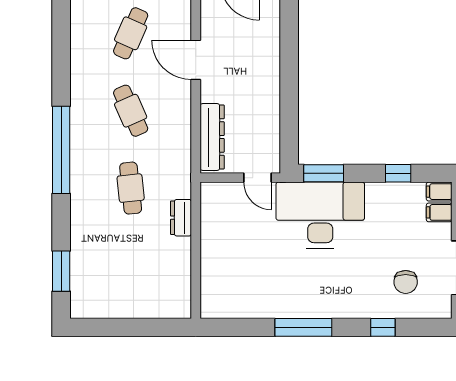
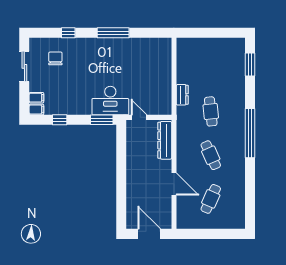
desk: (320, 215) -> (110, 101), width x0.73, depth x0.77

